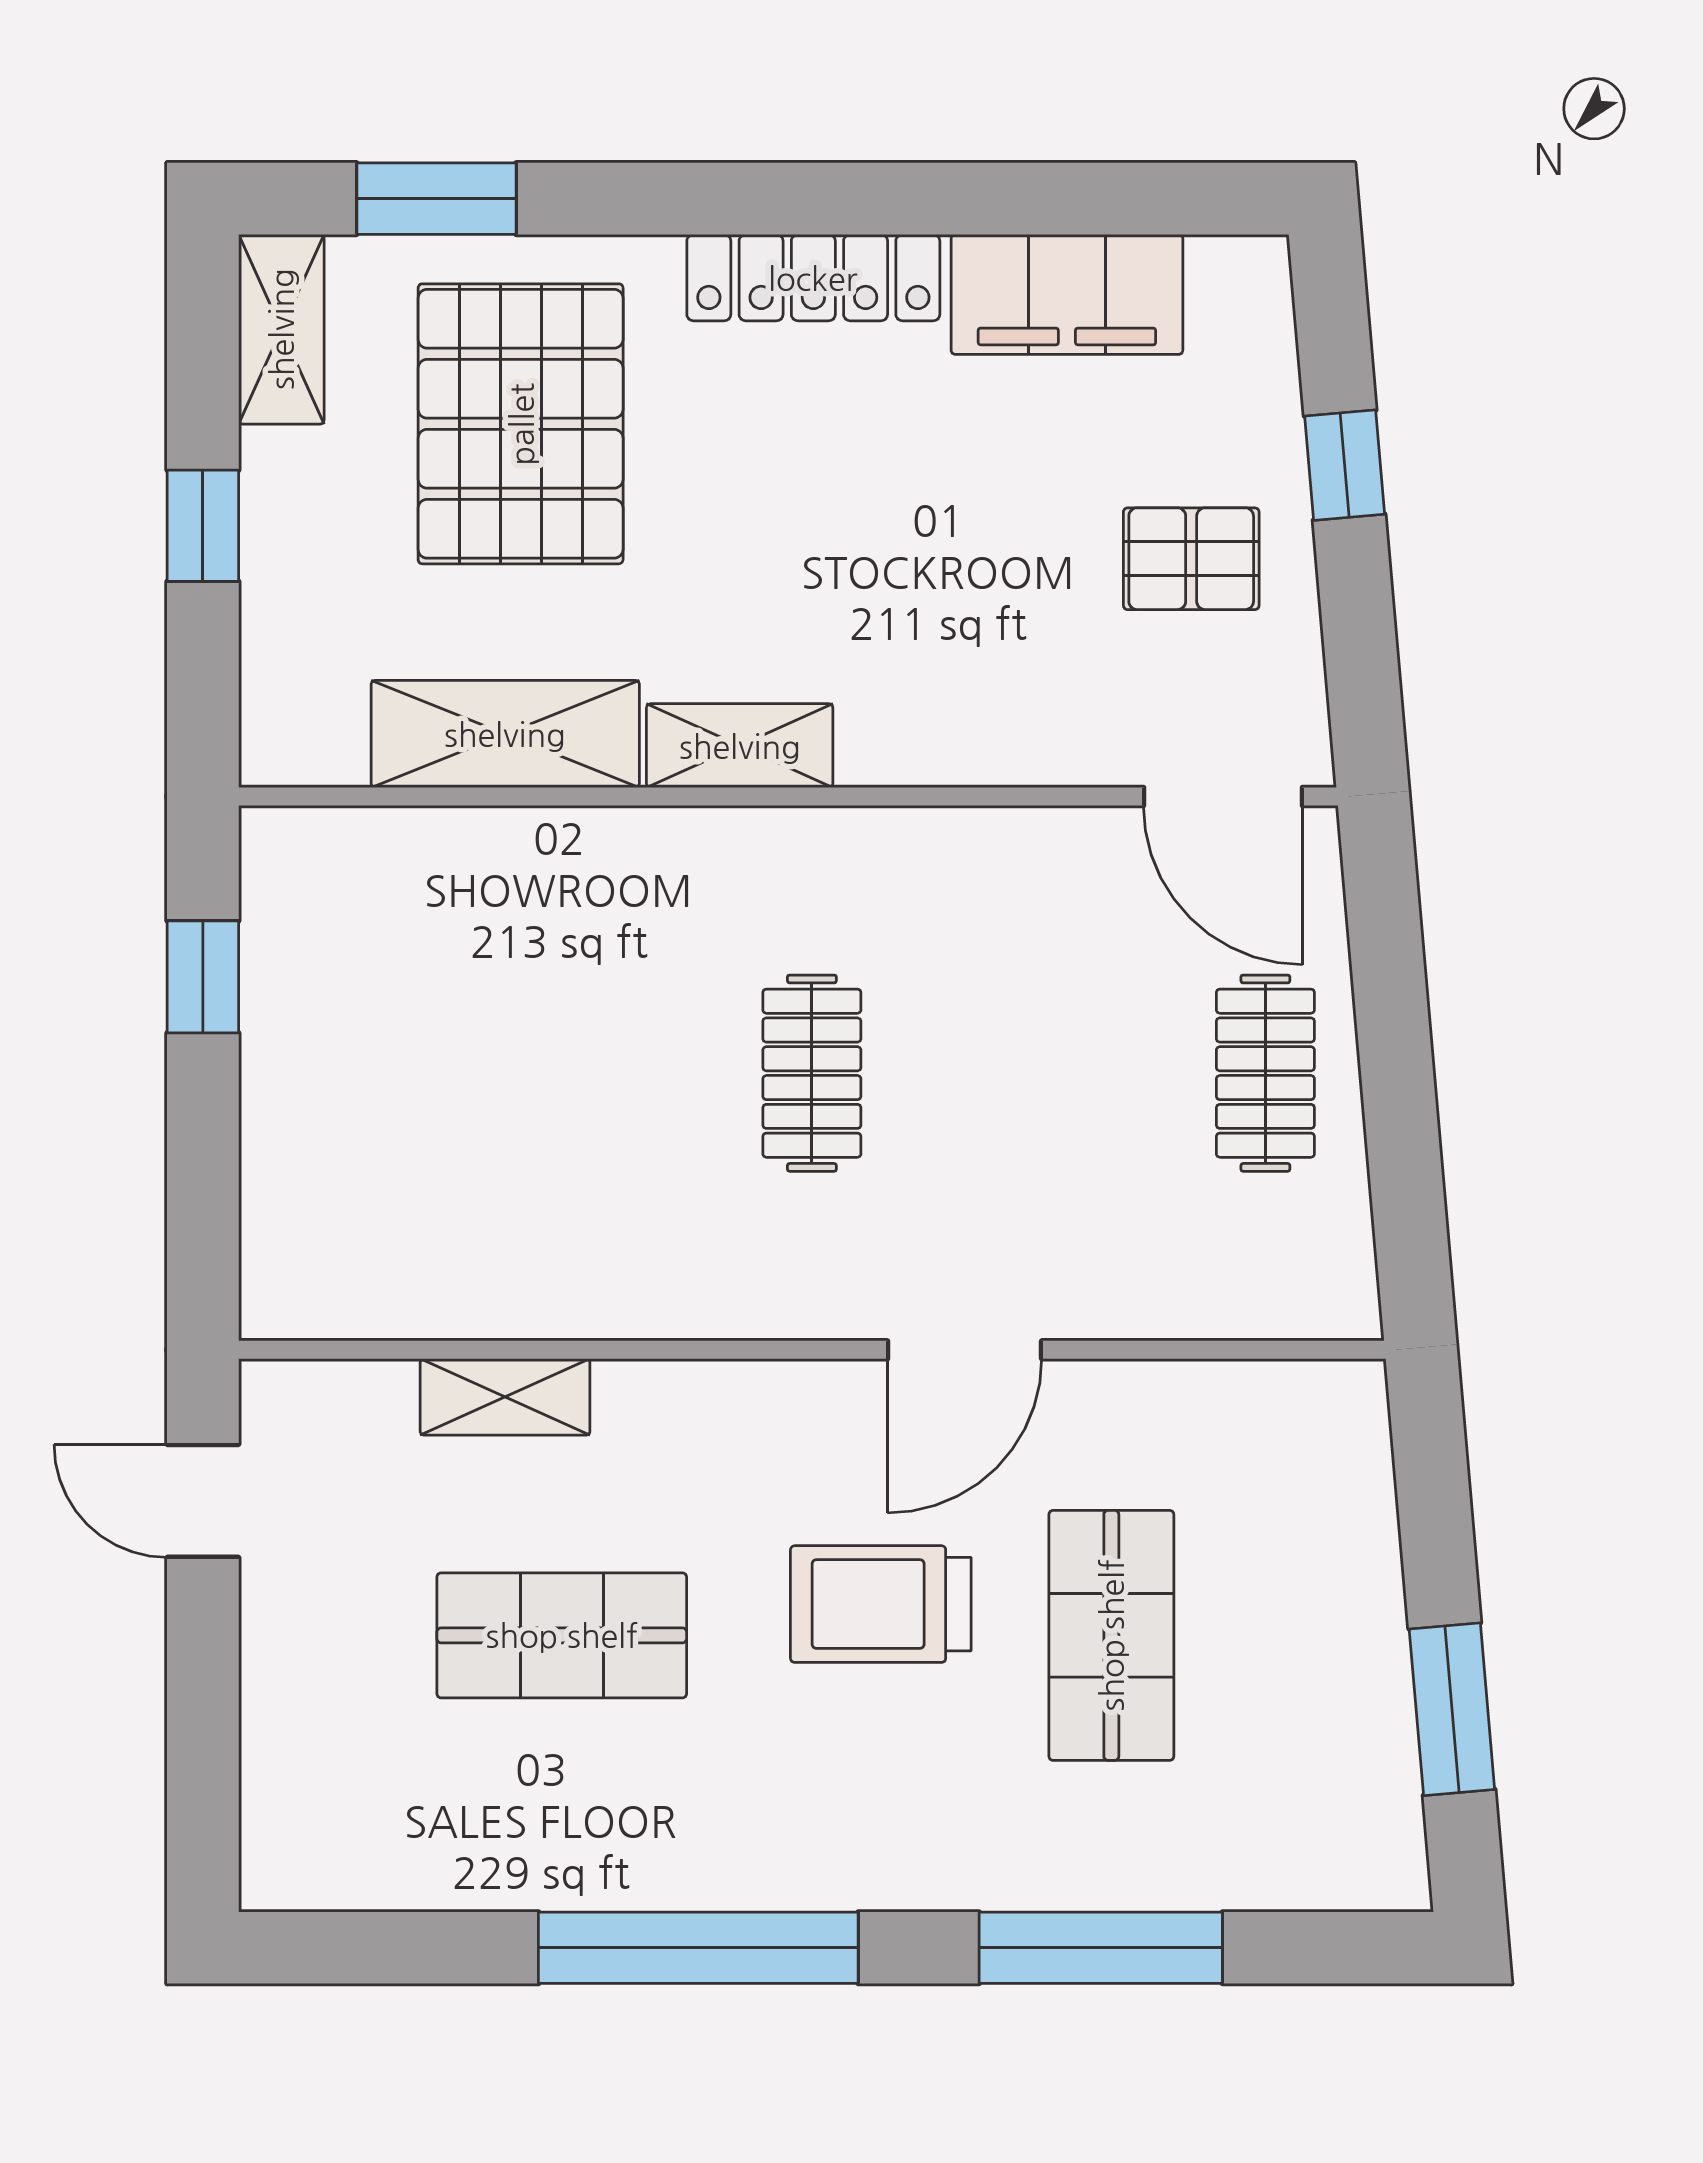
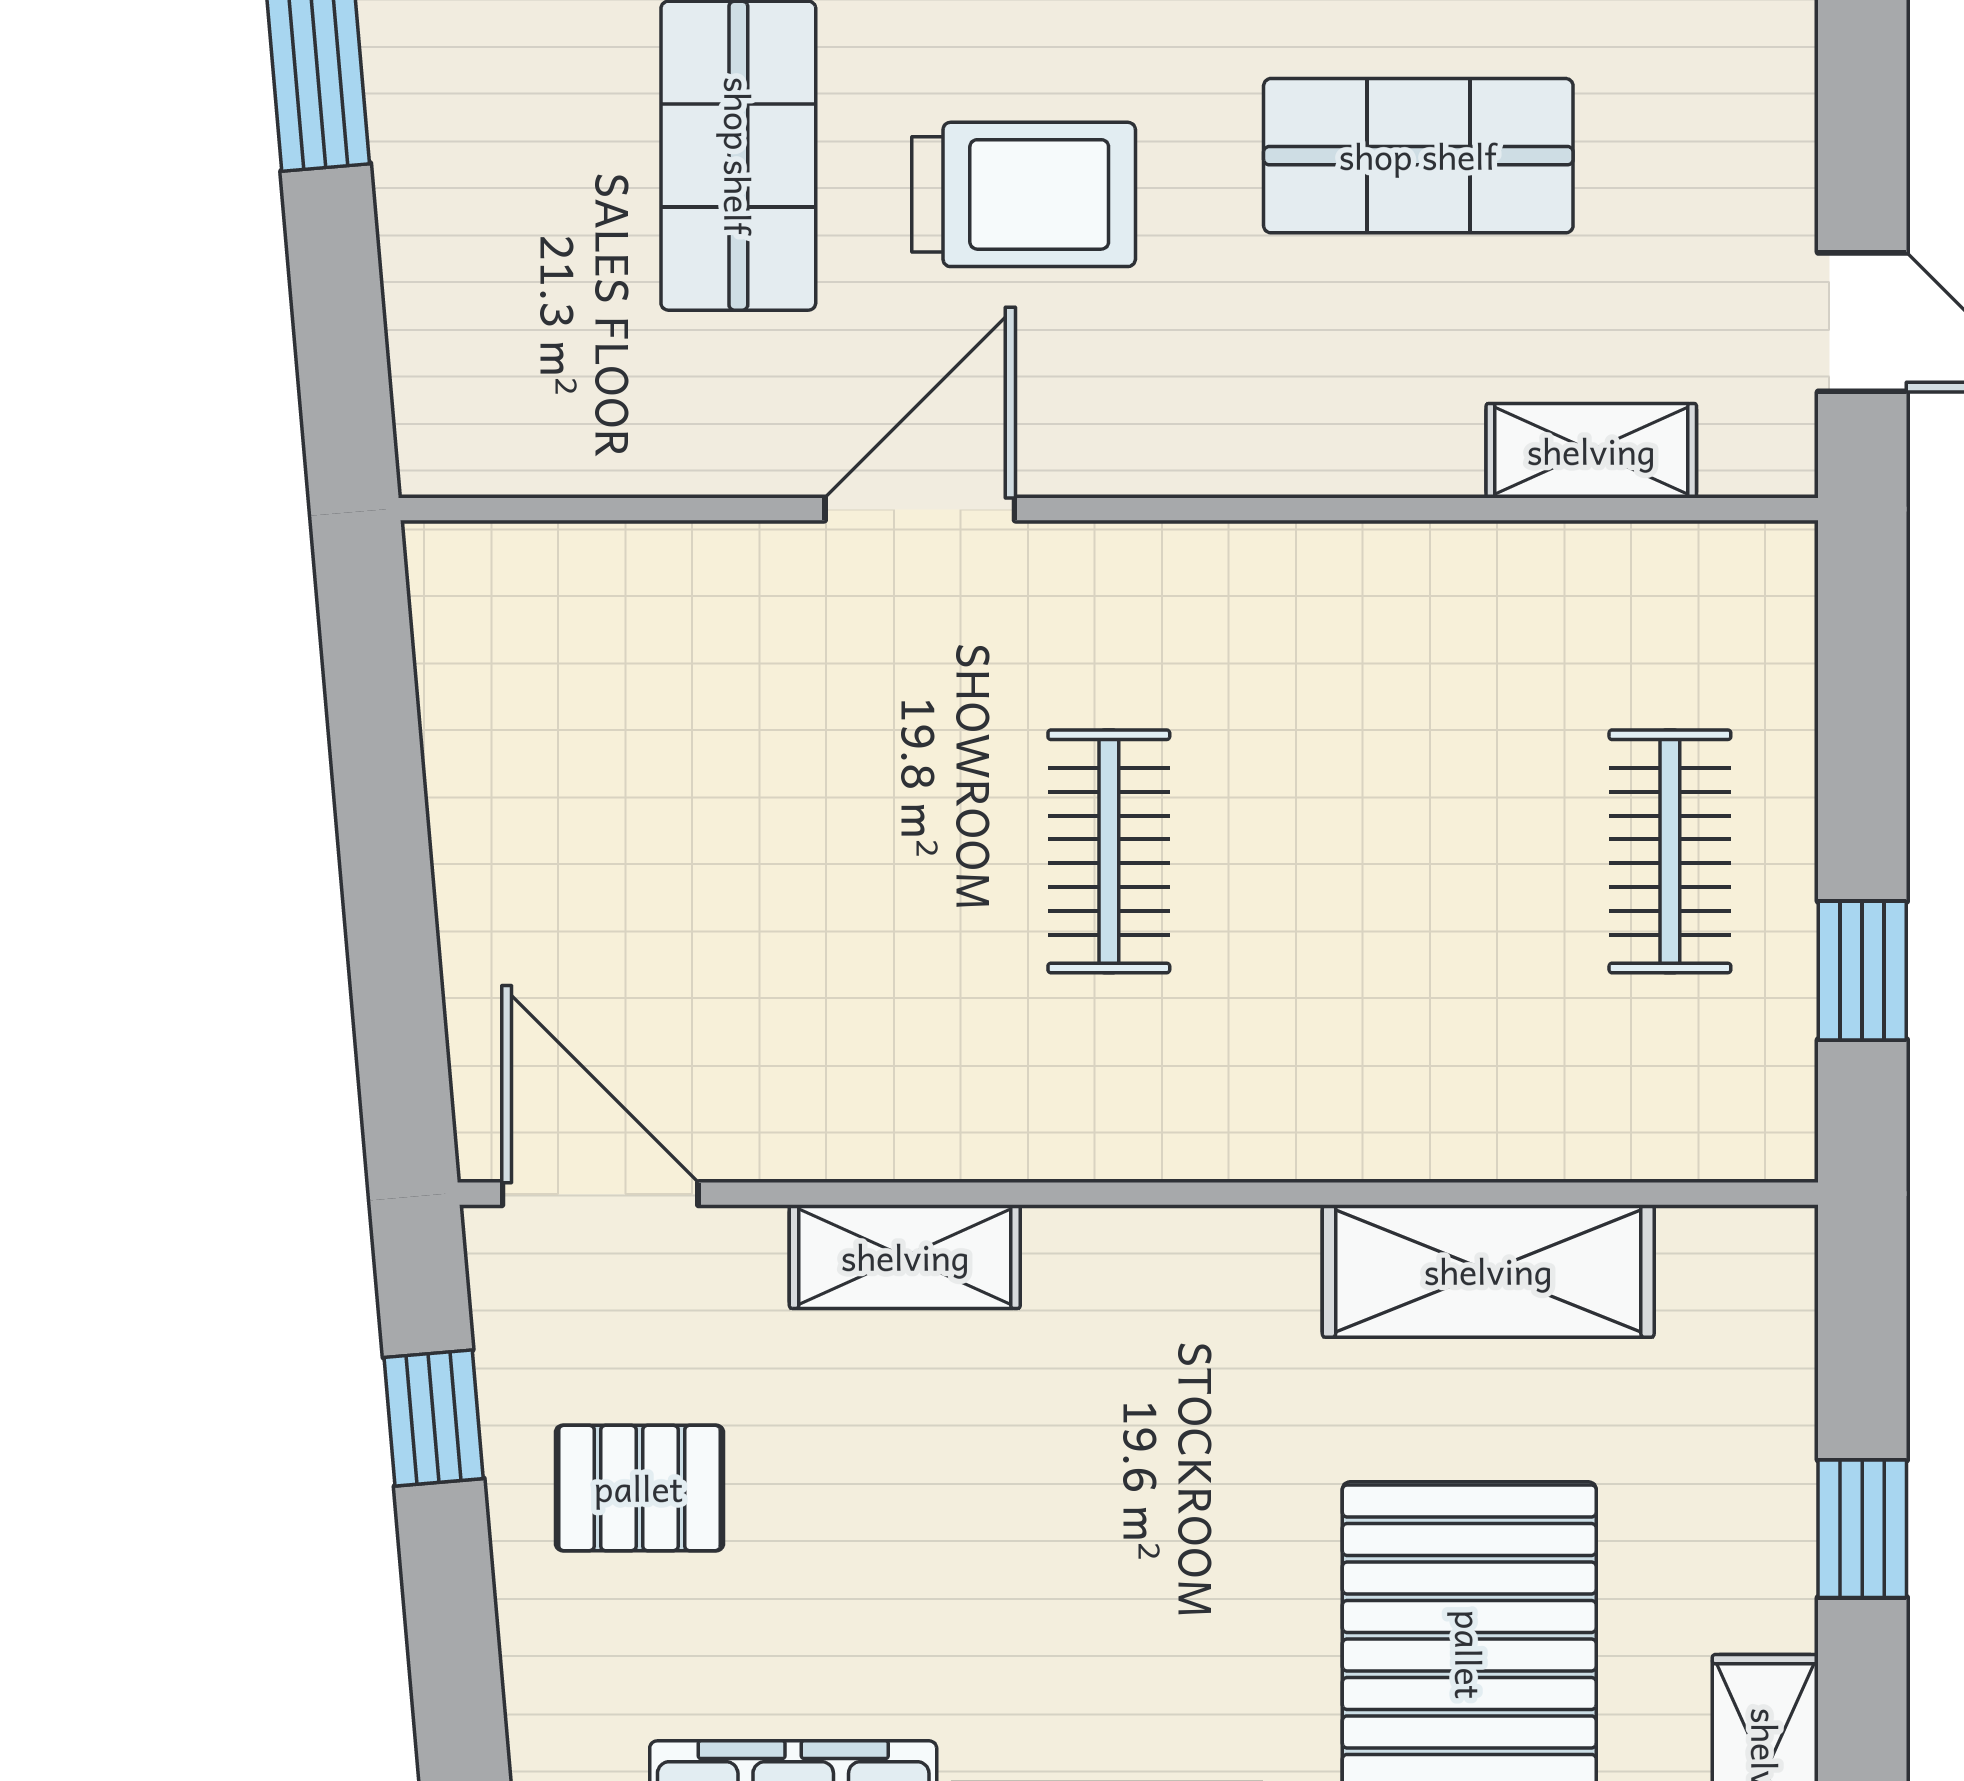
window: (1345, 465) -> (434, 1418), moved
shelving: (740, 746) -> (905, 1257), moved
clothes rail: (1265, 1073) -> (1670, 851), moved
shelving: (505, 1397) -> (1591, 451), moved

